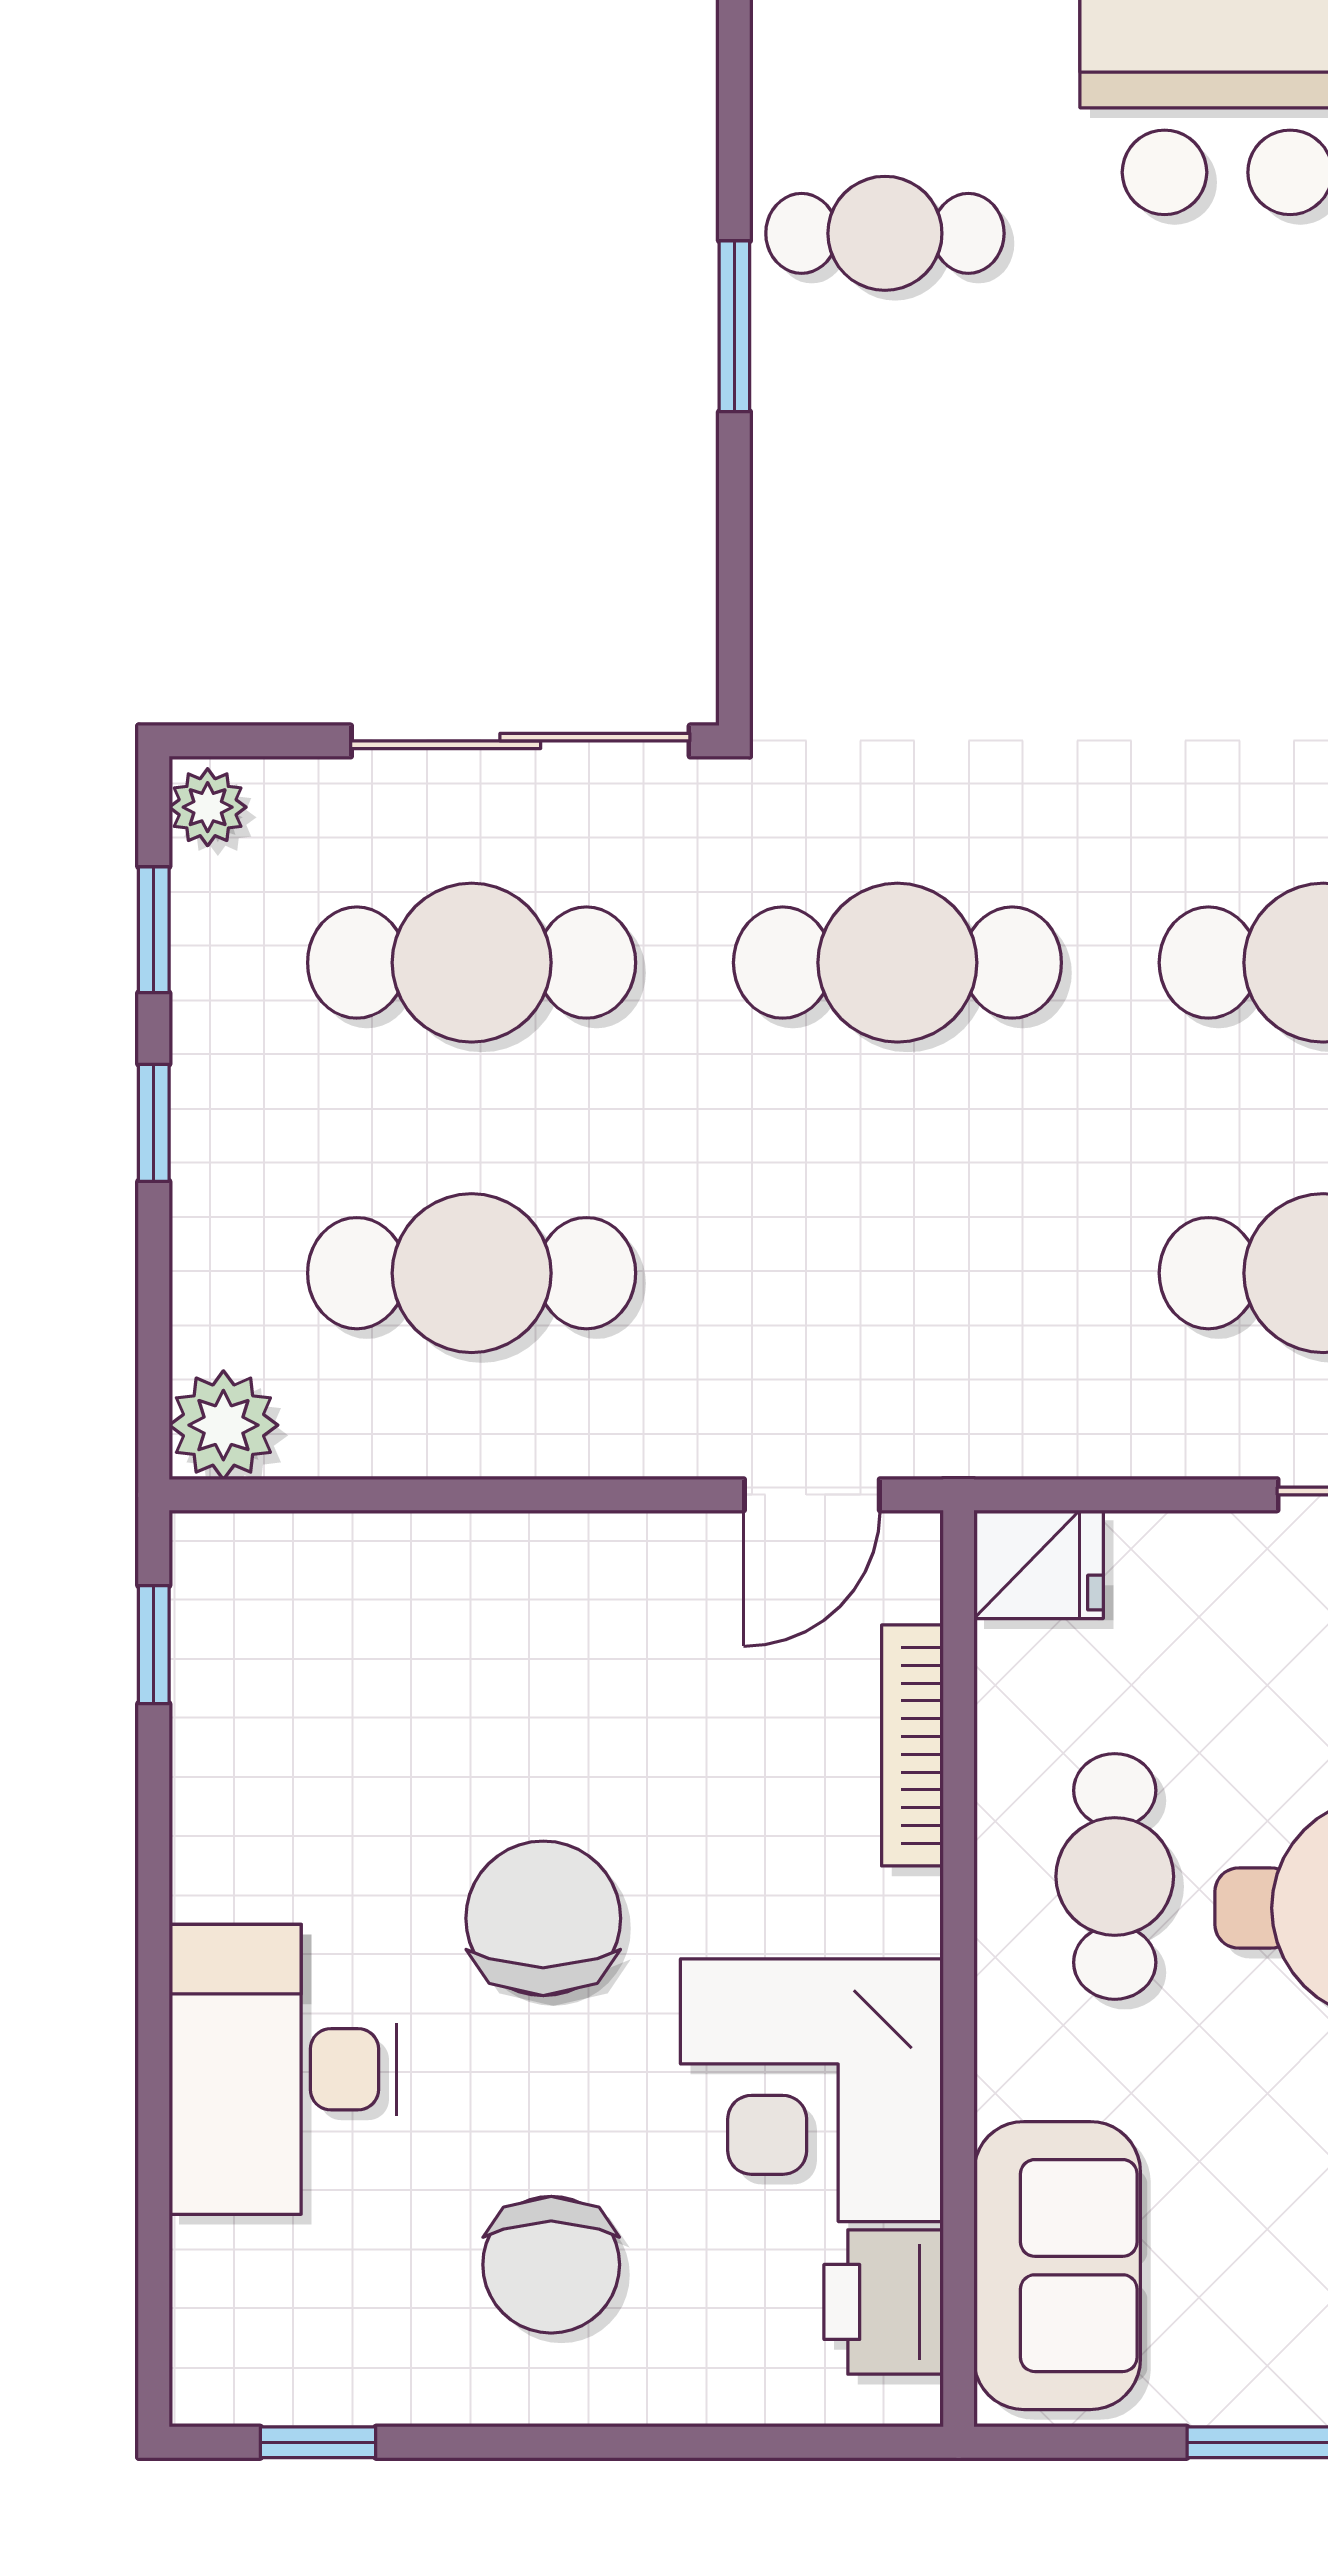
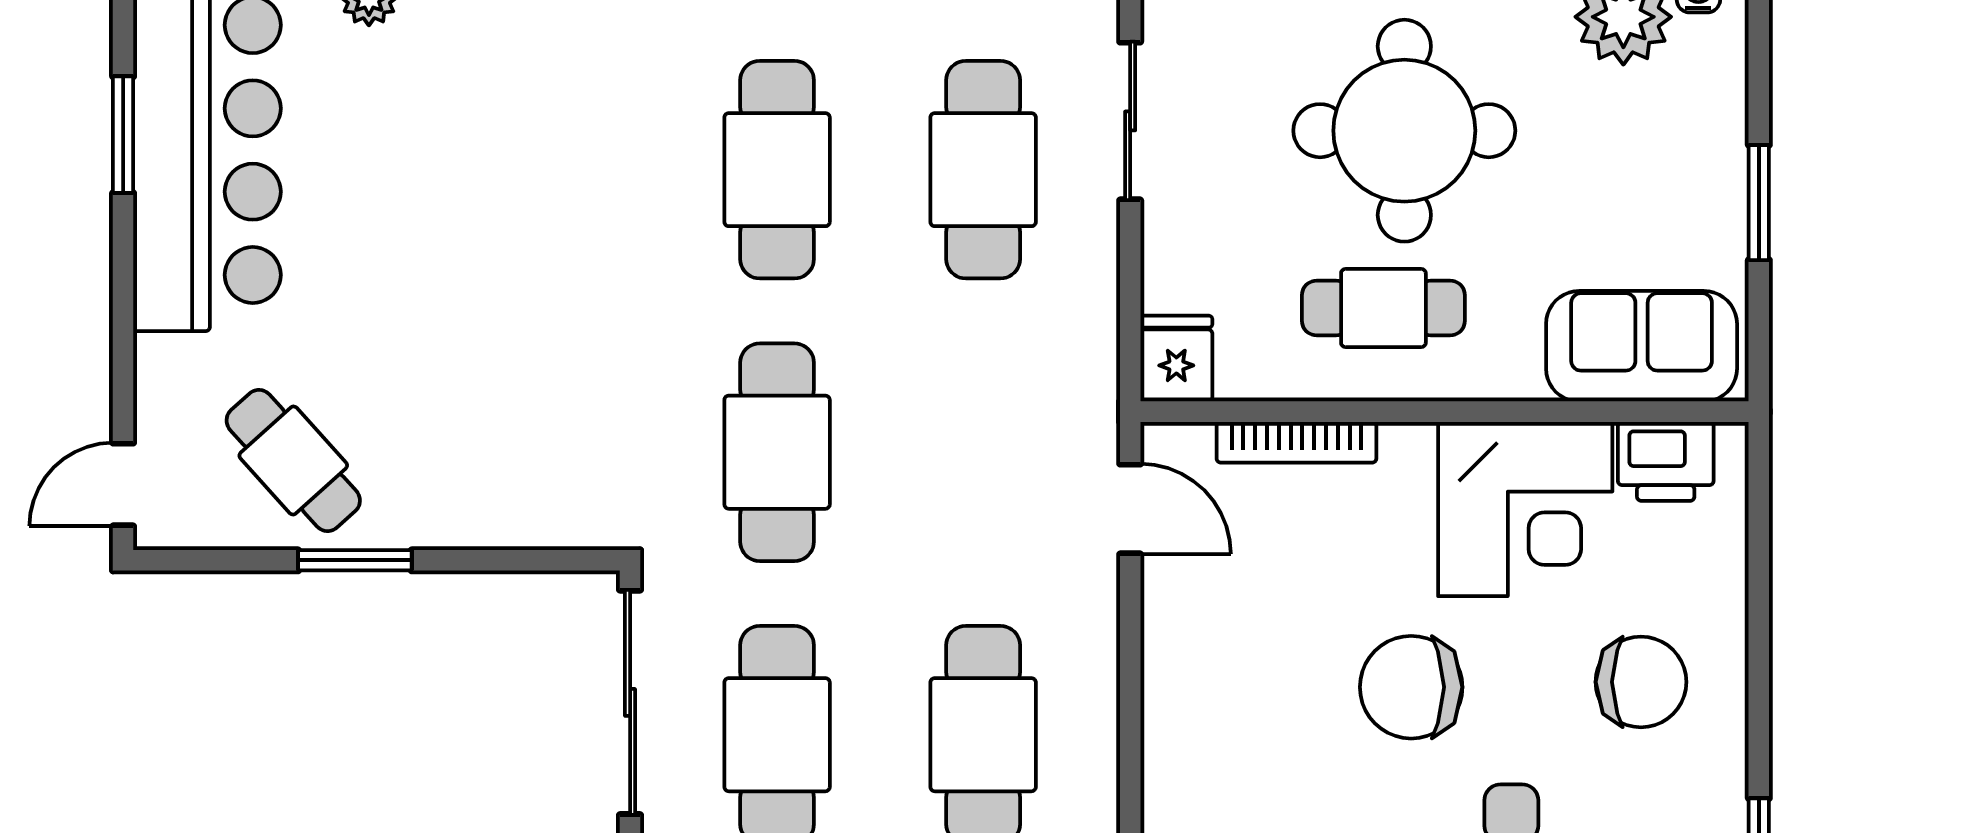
cafe table: (885, 233) -> (293, 460), turned -42

